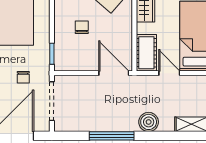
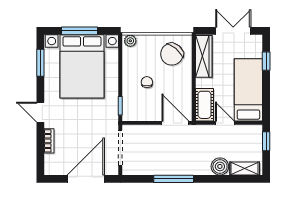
chair: (23, 77) -> (95, 127), removed
boiler: (149, 122) -> (220, 166), moved

